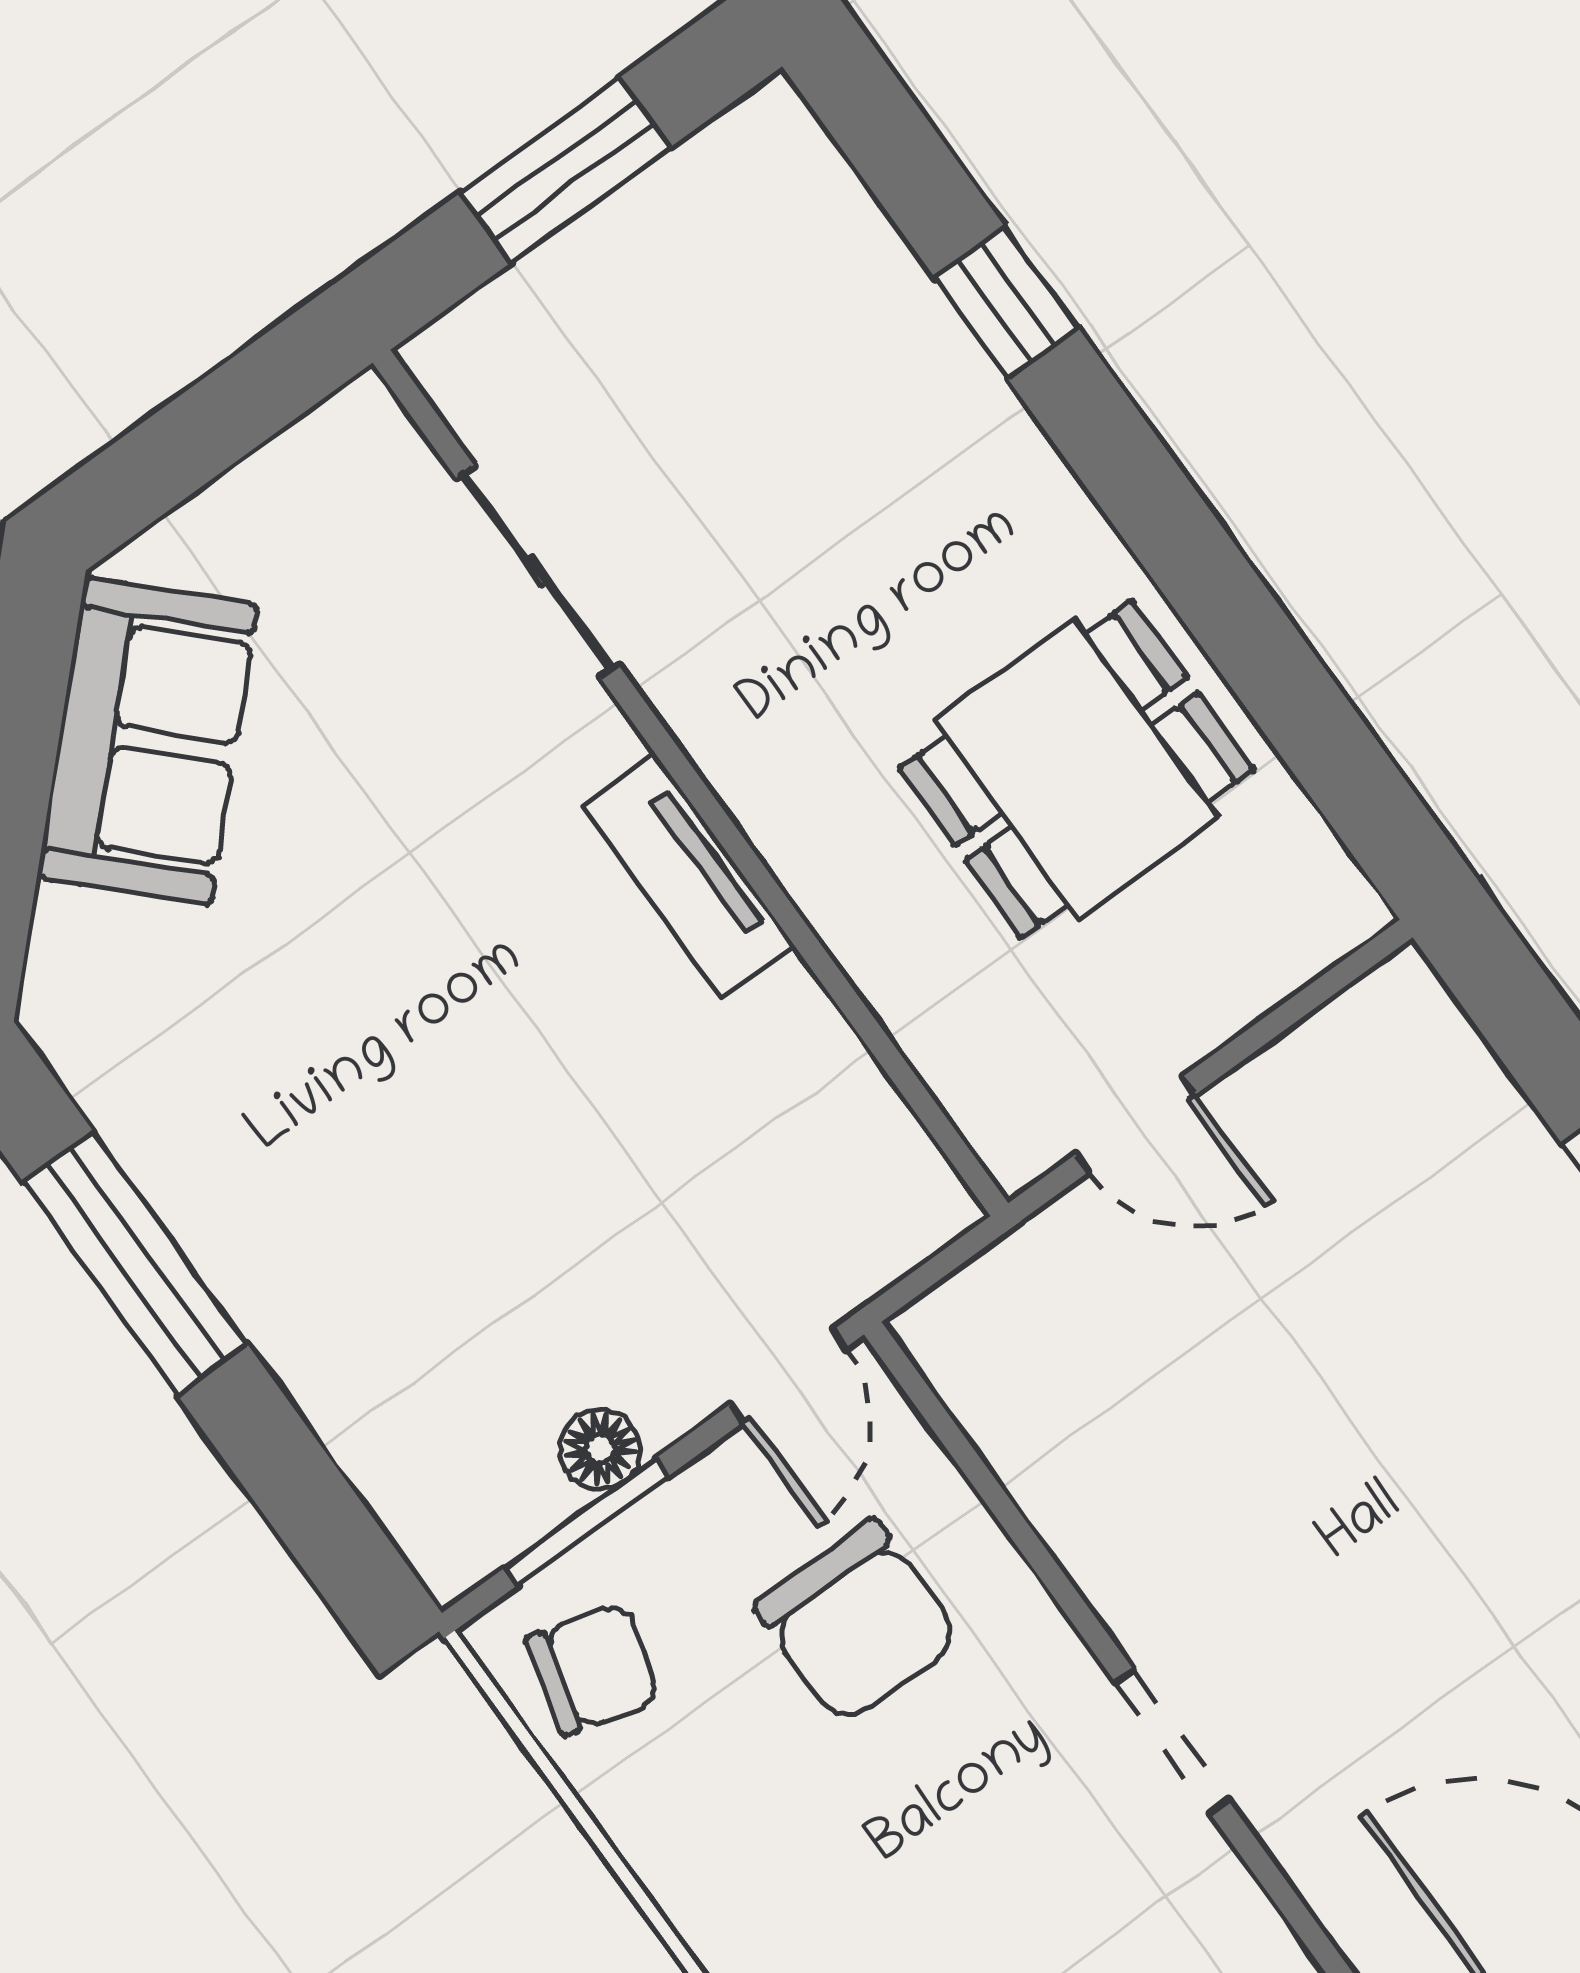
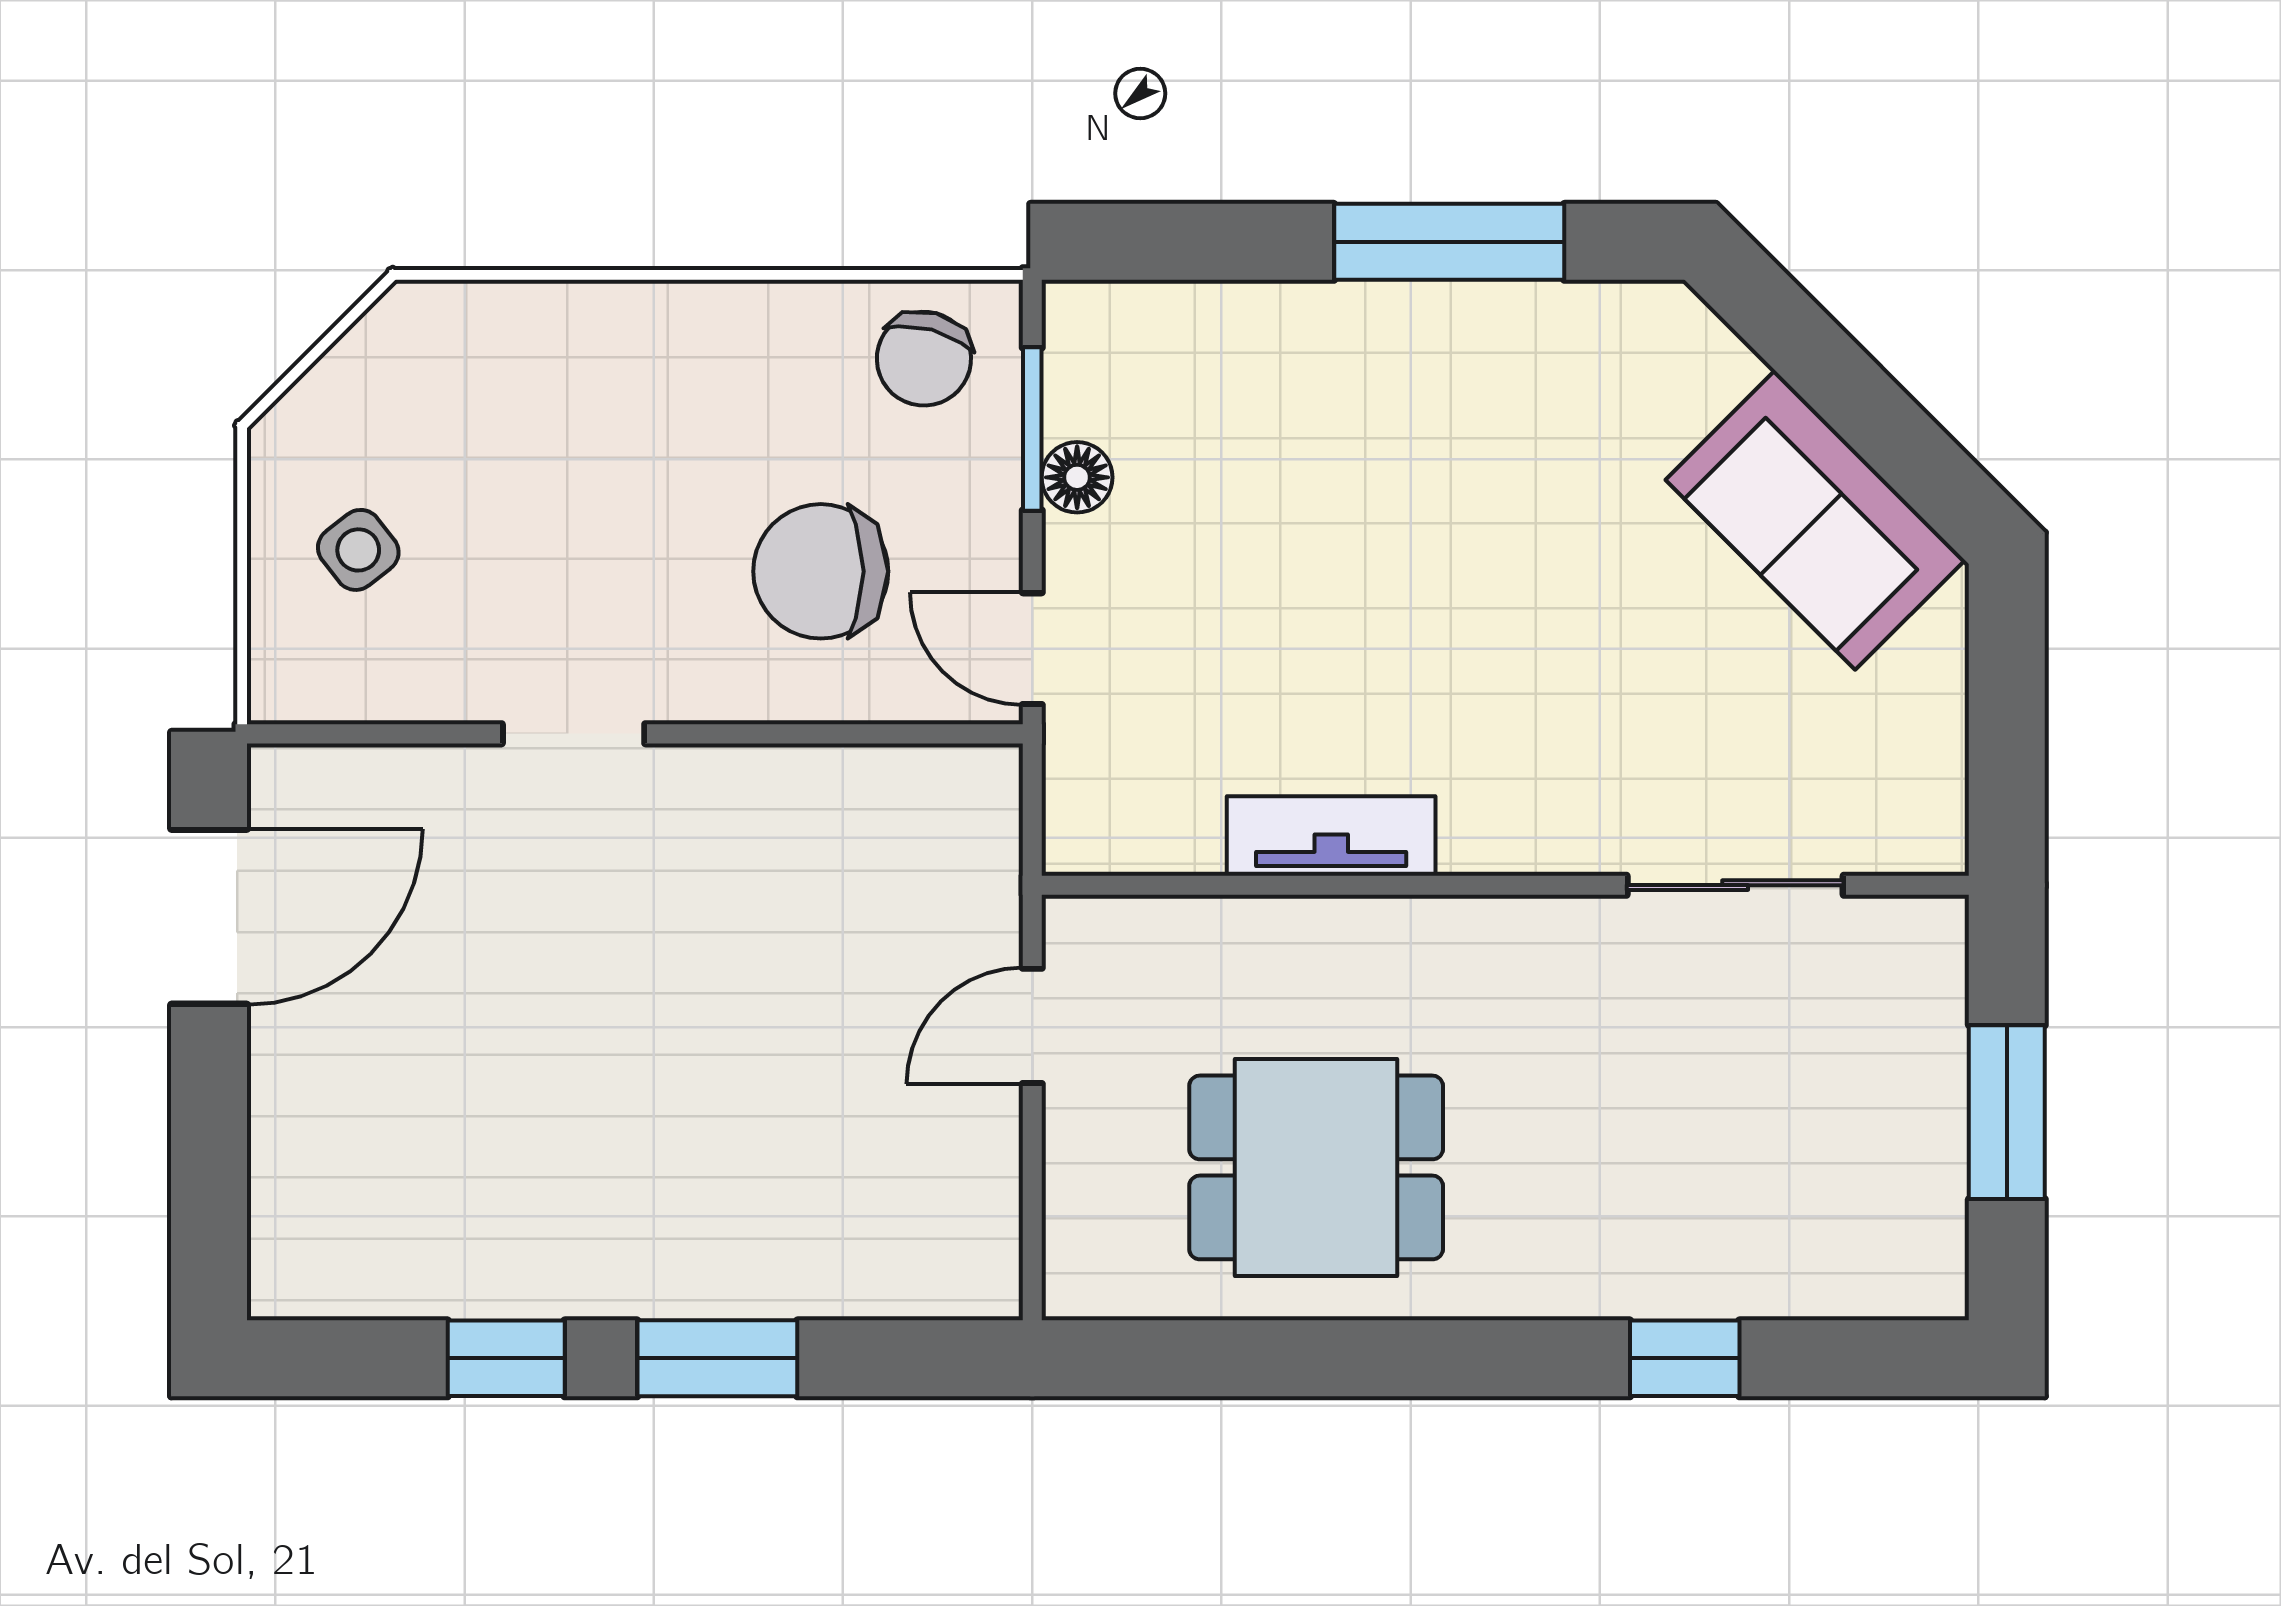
dining table: (1076, 769) -> (1316, 1167), turned 90
tv unit: (689, 876) -> (1331, 836), moved

